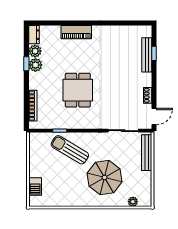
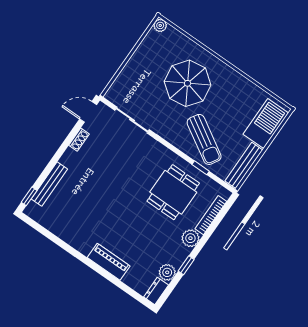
window: (154, 53) -> (29, 196), moved
plant: (35, 65) -> (190, 238), moved
dining table: (78, 90) -> (173, 192), moved
bench: (147, 153) -> (244, 165), moved
barbecue: (35, 186) -> (266, 124), width x1.88, depth x1.53
plant: (133, 202) -> (160, 25), moved

